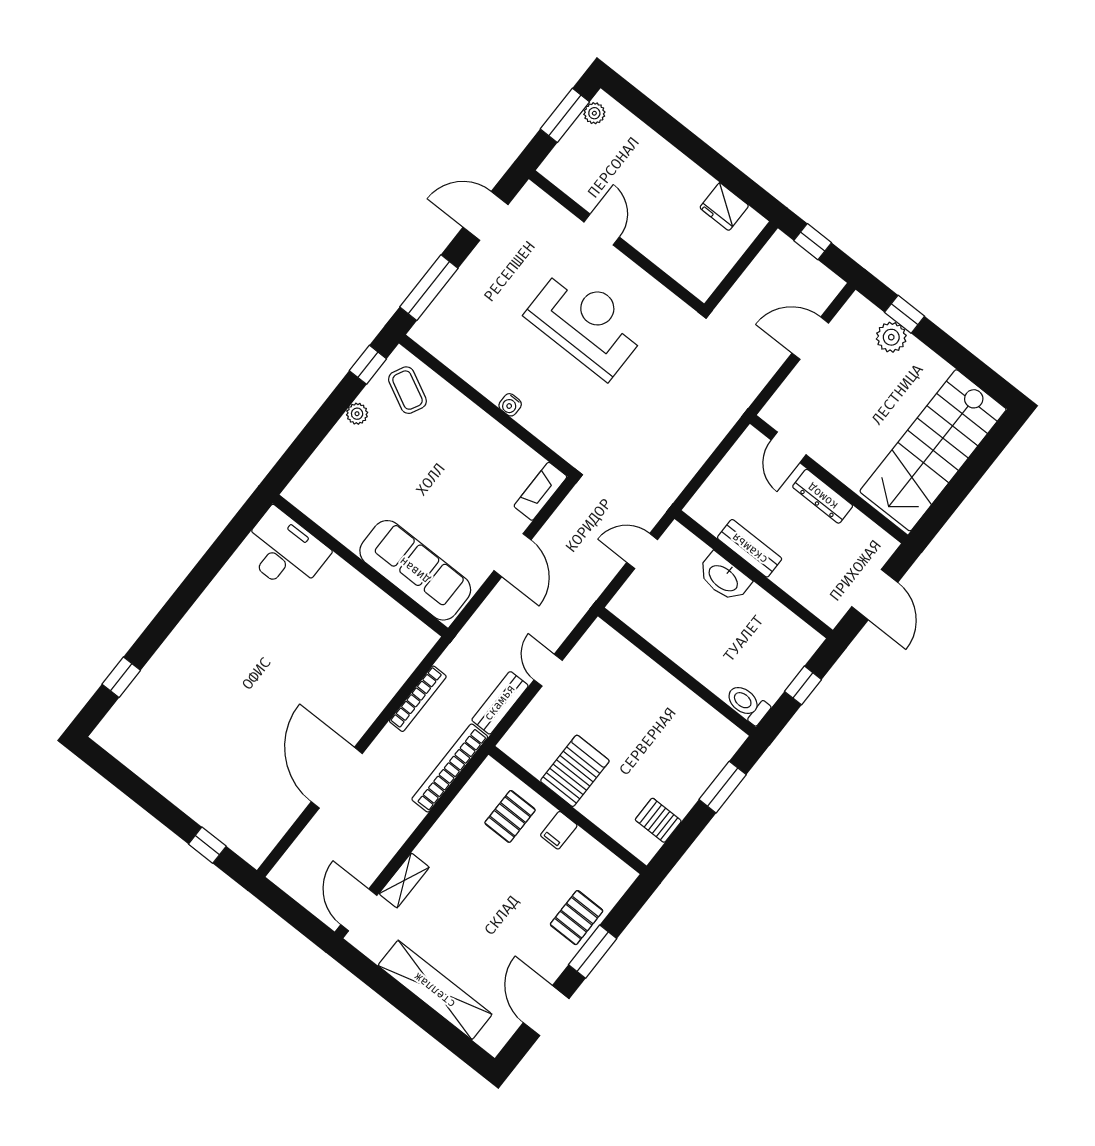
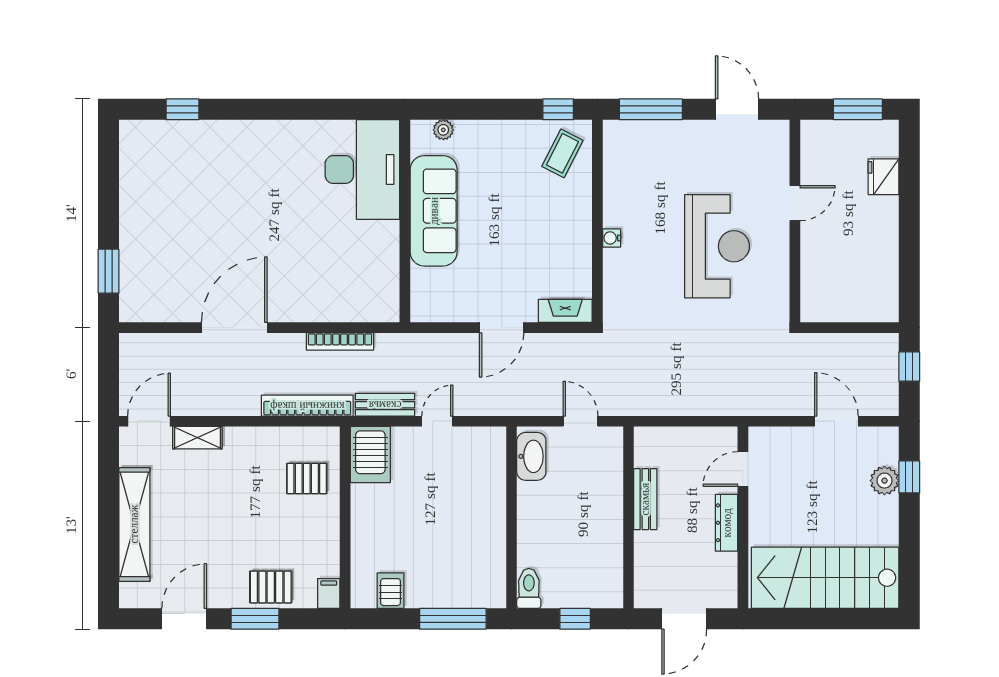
plant: (594, 113) -> (877, 130), removed
fridge: (724, 207) -> (883, 177), moved
plant: (357, 414) -> (443, 130), moved
desk: (284, 551) -> (362, 170), width x1.36, depth x1.30
sofa: (415, 570) -> (434, 211), moved
washbasin: (724, 578) -> (531, 456), moved, turned 180
server rack: (575, 771) -> (370, 455), moved, turned 90
window: (723, 787) -> (453, 619), width x1.44
filing cabinet: (559, 830) -> (329, 593), moved, turned 90
window: (207, 845) -> (109, 271), width x1.50

